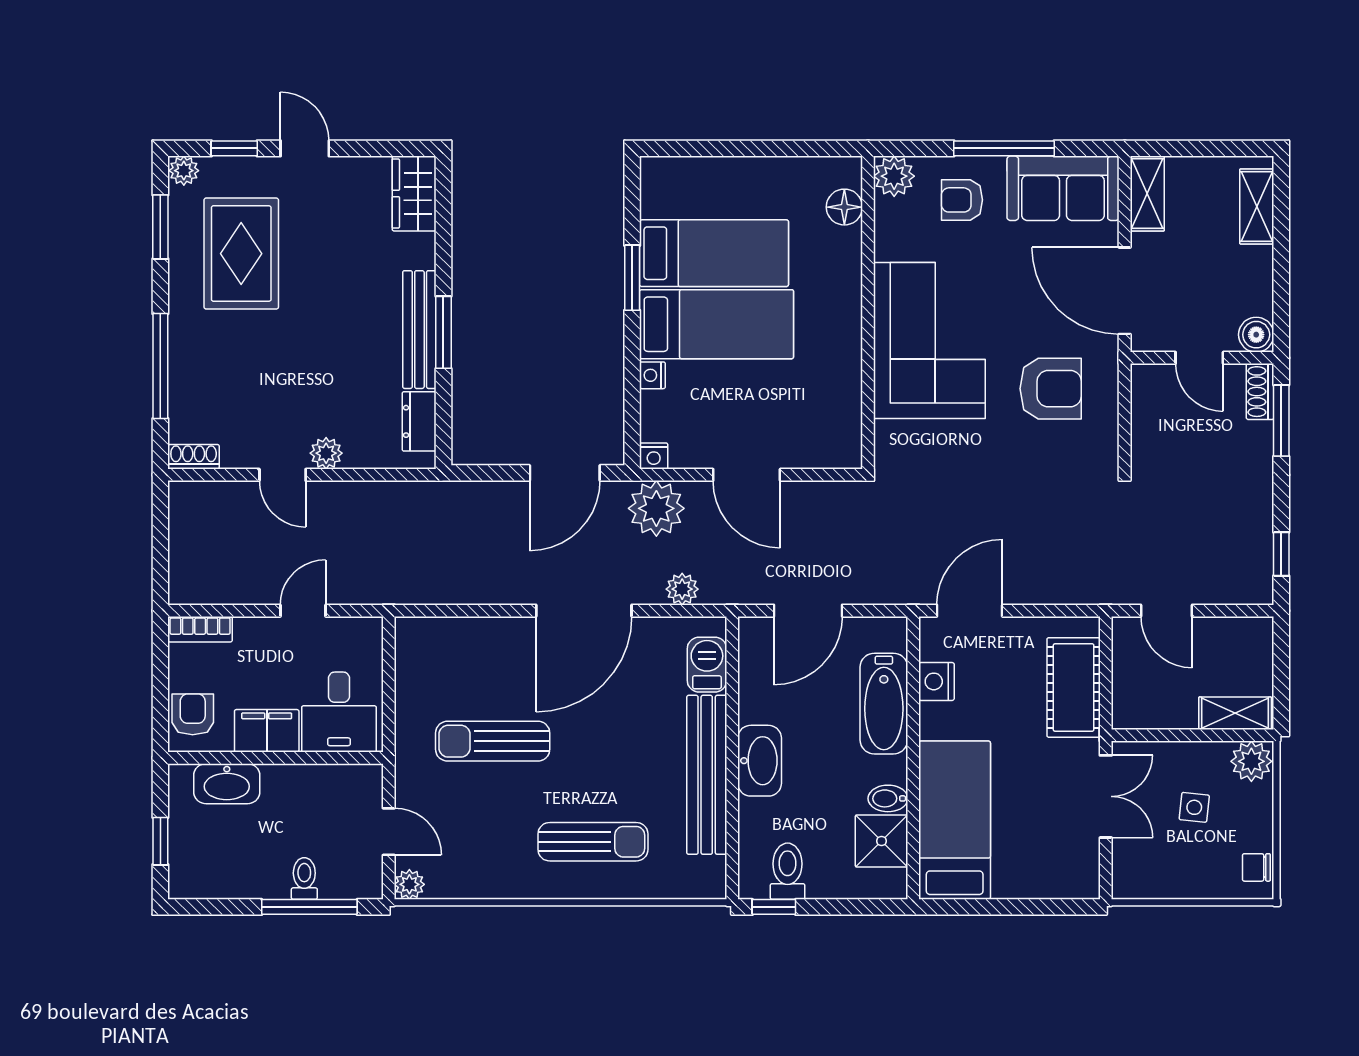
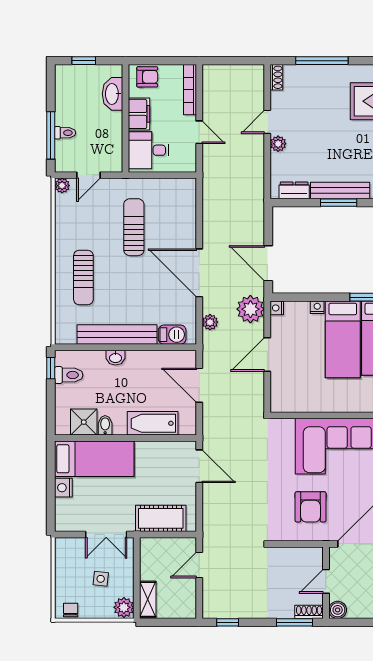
bookcase: (200, 629) -> (190, 90), width x1.56
nightstand: (937, 681) -> (63, 488), moved, turned -90
washbasin: (760, 761) -> (116, 358), width x0.52, depth x0.69

